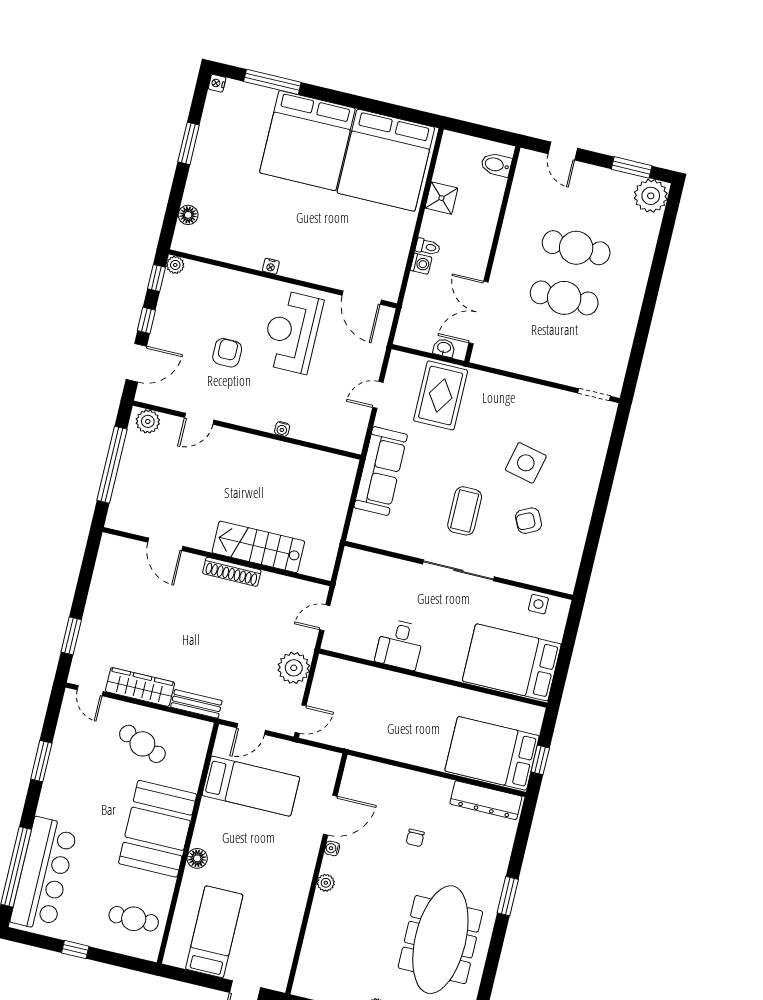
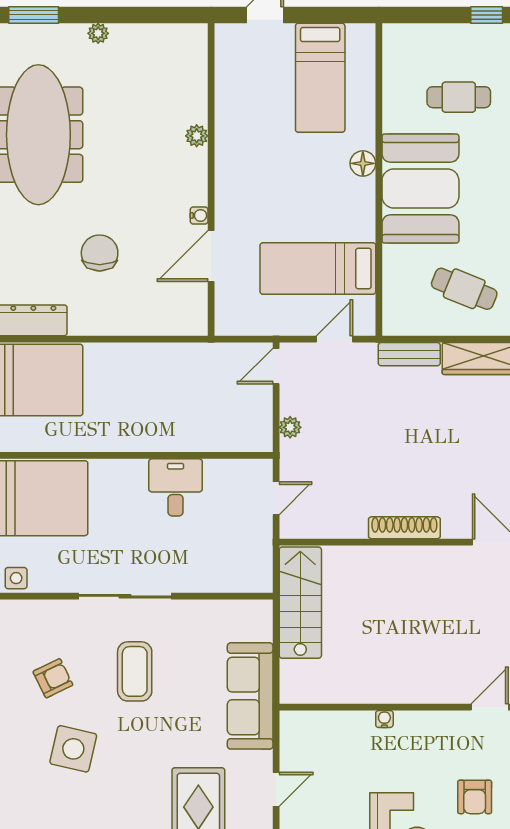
stairs: (258, 547) -> (300, 603), moved, turned -90
plant: (294, 668) -> (290, 427), width x0.53, depth x0.53
chair: (415, 838) -> (100, 253), width x1.87, depth x1.87
plant: (326, 883) -> (197, 136), moved
cafe table: (134, 919) -> (459, 97), moved

